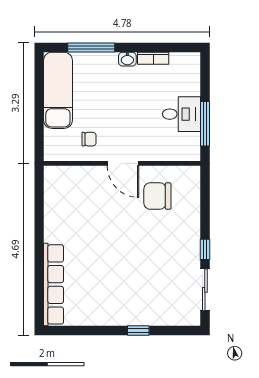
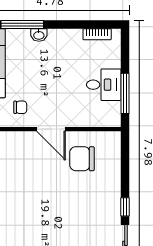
bookcase: (153, 58) -> (97, 34), moved
washbasin: (127, 59) -> (39, 35), moved

